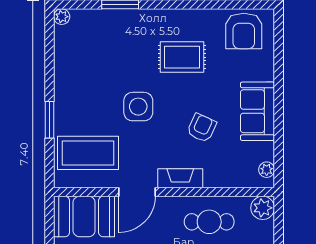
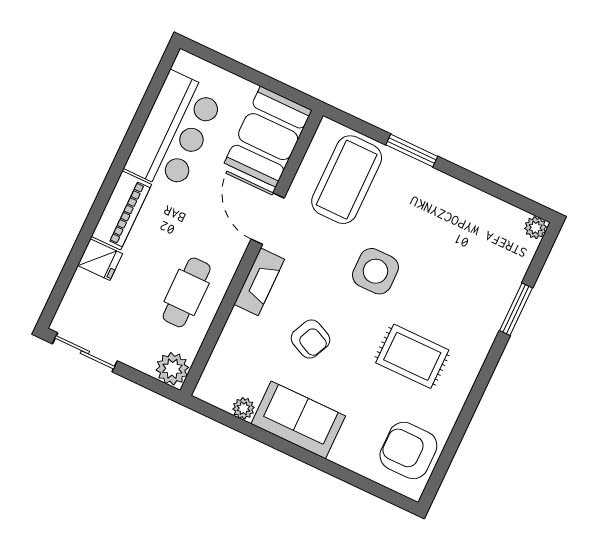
rug: (182, 57) -> (412, 356), turned 90
plant: (267, 170) -> (243, 408), moved

